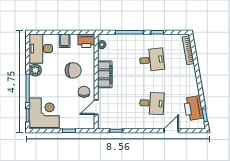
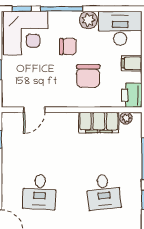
filing cabinet: (105, 74) -> (99, 122), moved
chair: (84, 92) -> (68, 46), moved
door: (96, 107) -> (34, 110), swing flipped

